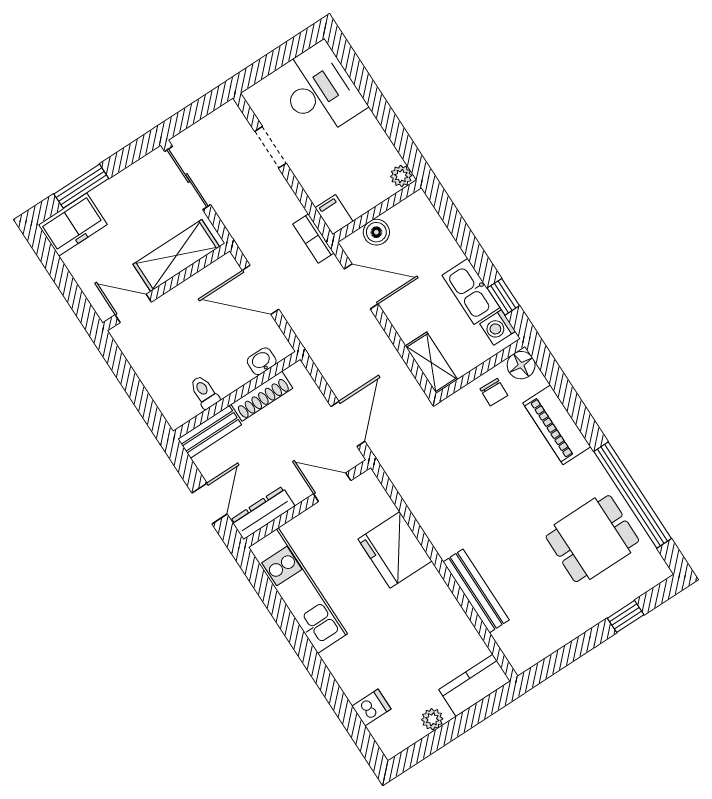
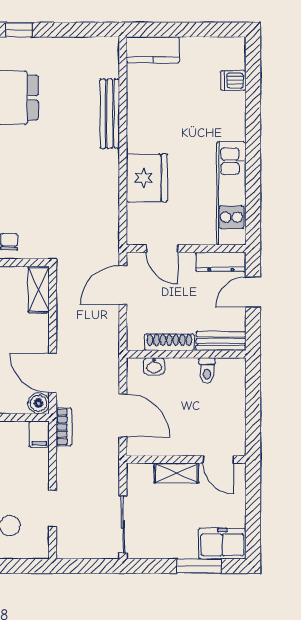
boiler: (376, 232) -> (39, 403), moved
shelving: (176, 256) -> (176, 473), width x0.67, depth x0.75
plant: (432, 719) -> (197, 46), removed

